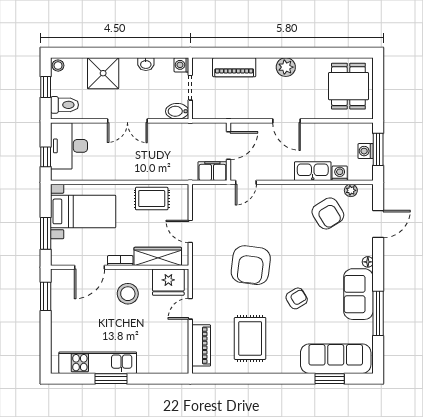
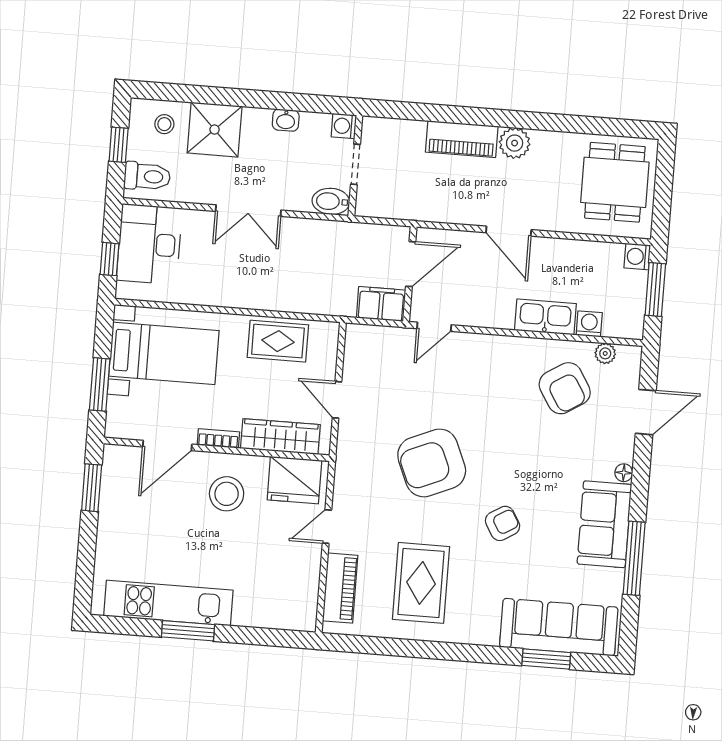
stool: (58, 66) -> (164, 124), moved
piano: (234, 67) -> (462, 139), moved
washing machine: (366, 151) -> (637, 256), moved
armchair: (251, 265) -> (432, 463), turned 60

